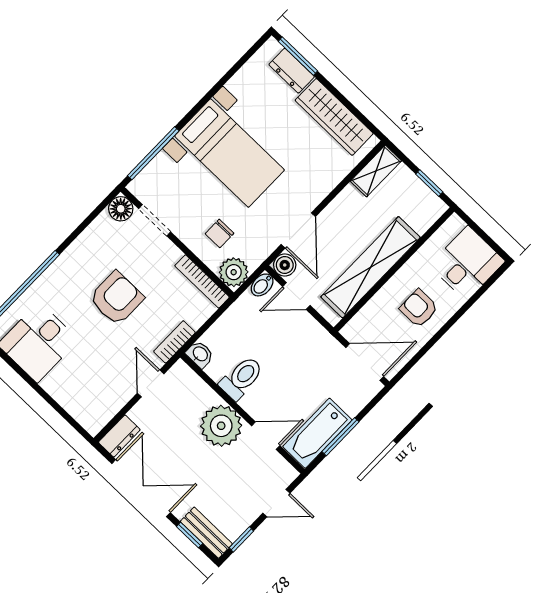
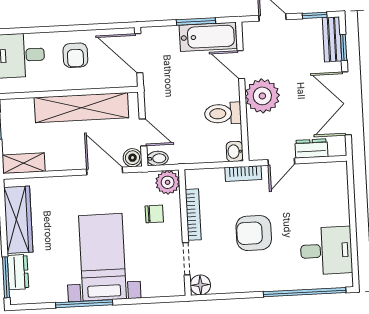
window: (153, 153) -> (84, 304), moved
door: (298, 231) -> (105, 171), hinge flipped
bookcase: (202, 281) -> (193, 215), moved
dresser: (119, 436) -> (311, 148), moved

